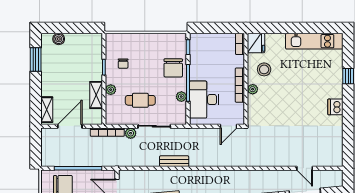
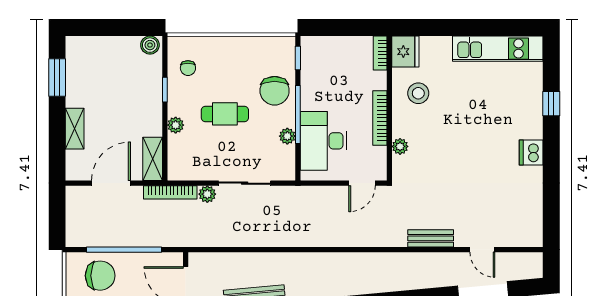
boiler: (59, 39) -> (150, 45), moved
chair: (123, 64) -> (188, 68), moved
plant: (253, 89) -> (400, 146), moved
shelving: (96, 95) -> (153, 159), moved
cafe table: (140, 100) -> (225, 114), moved
shelving: (47, 110) -> (75, 129), moved
bench: (174, 161) -> (431, 238), moved

